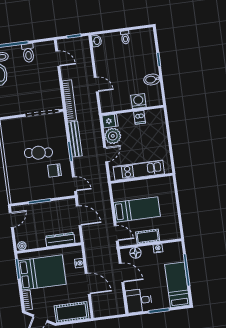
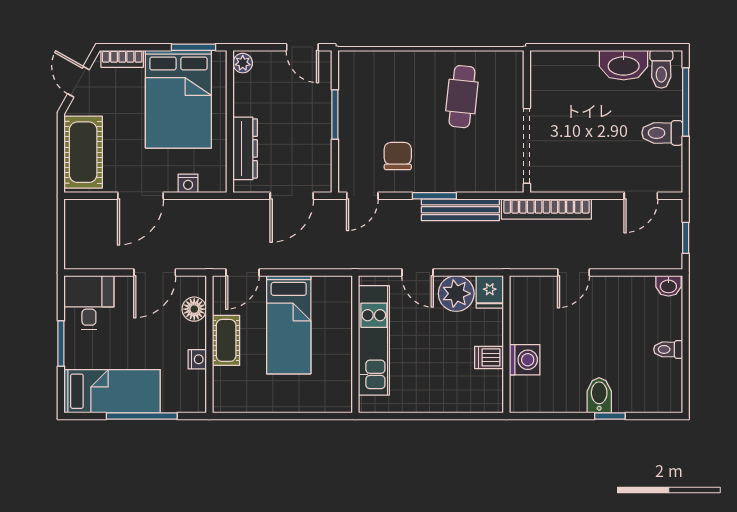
bidet: (152, 79) -> (599, 395), moved
cafe table: (38, 153) -> (462, 97), moved

